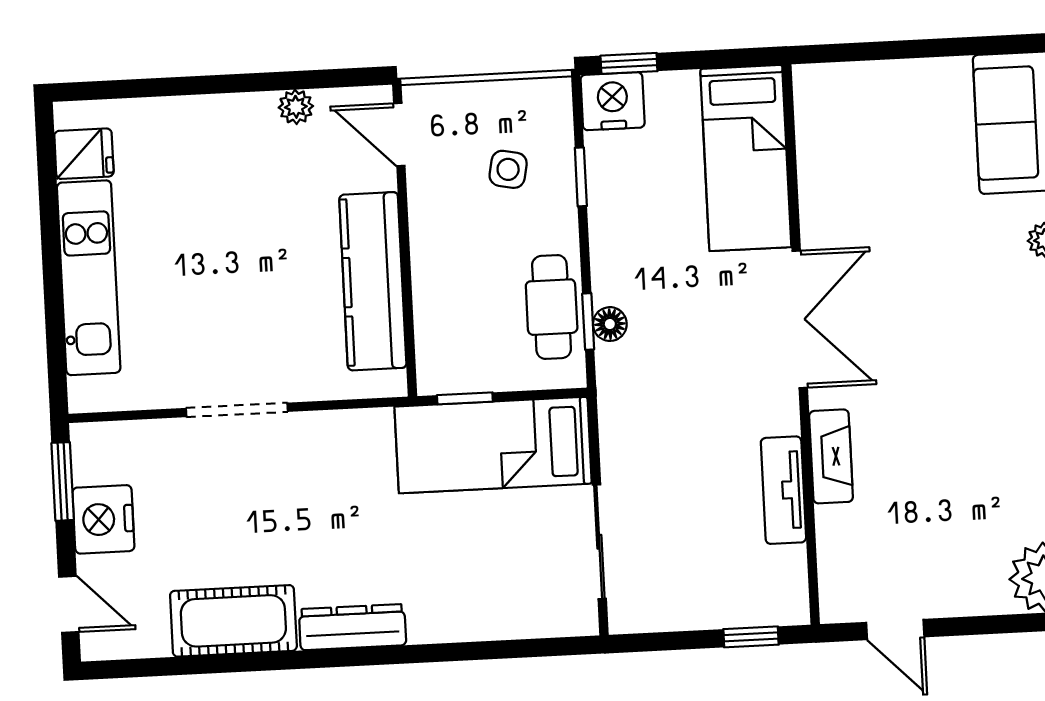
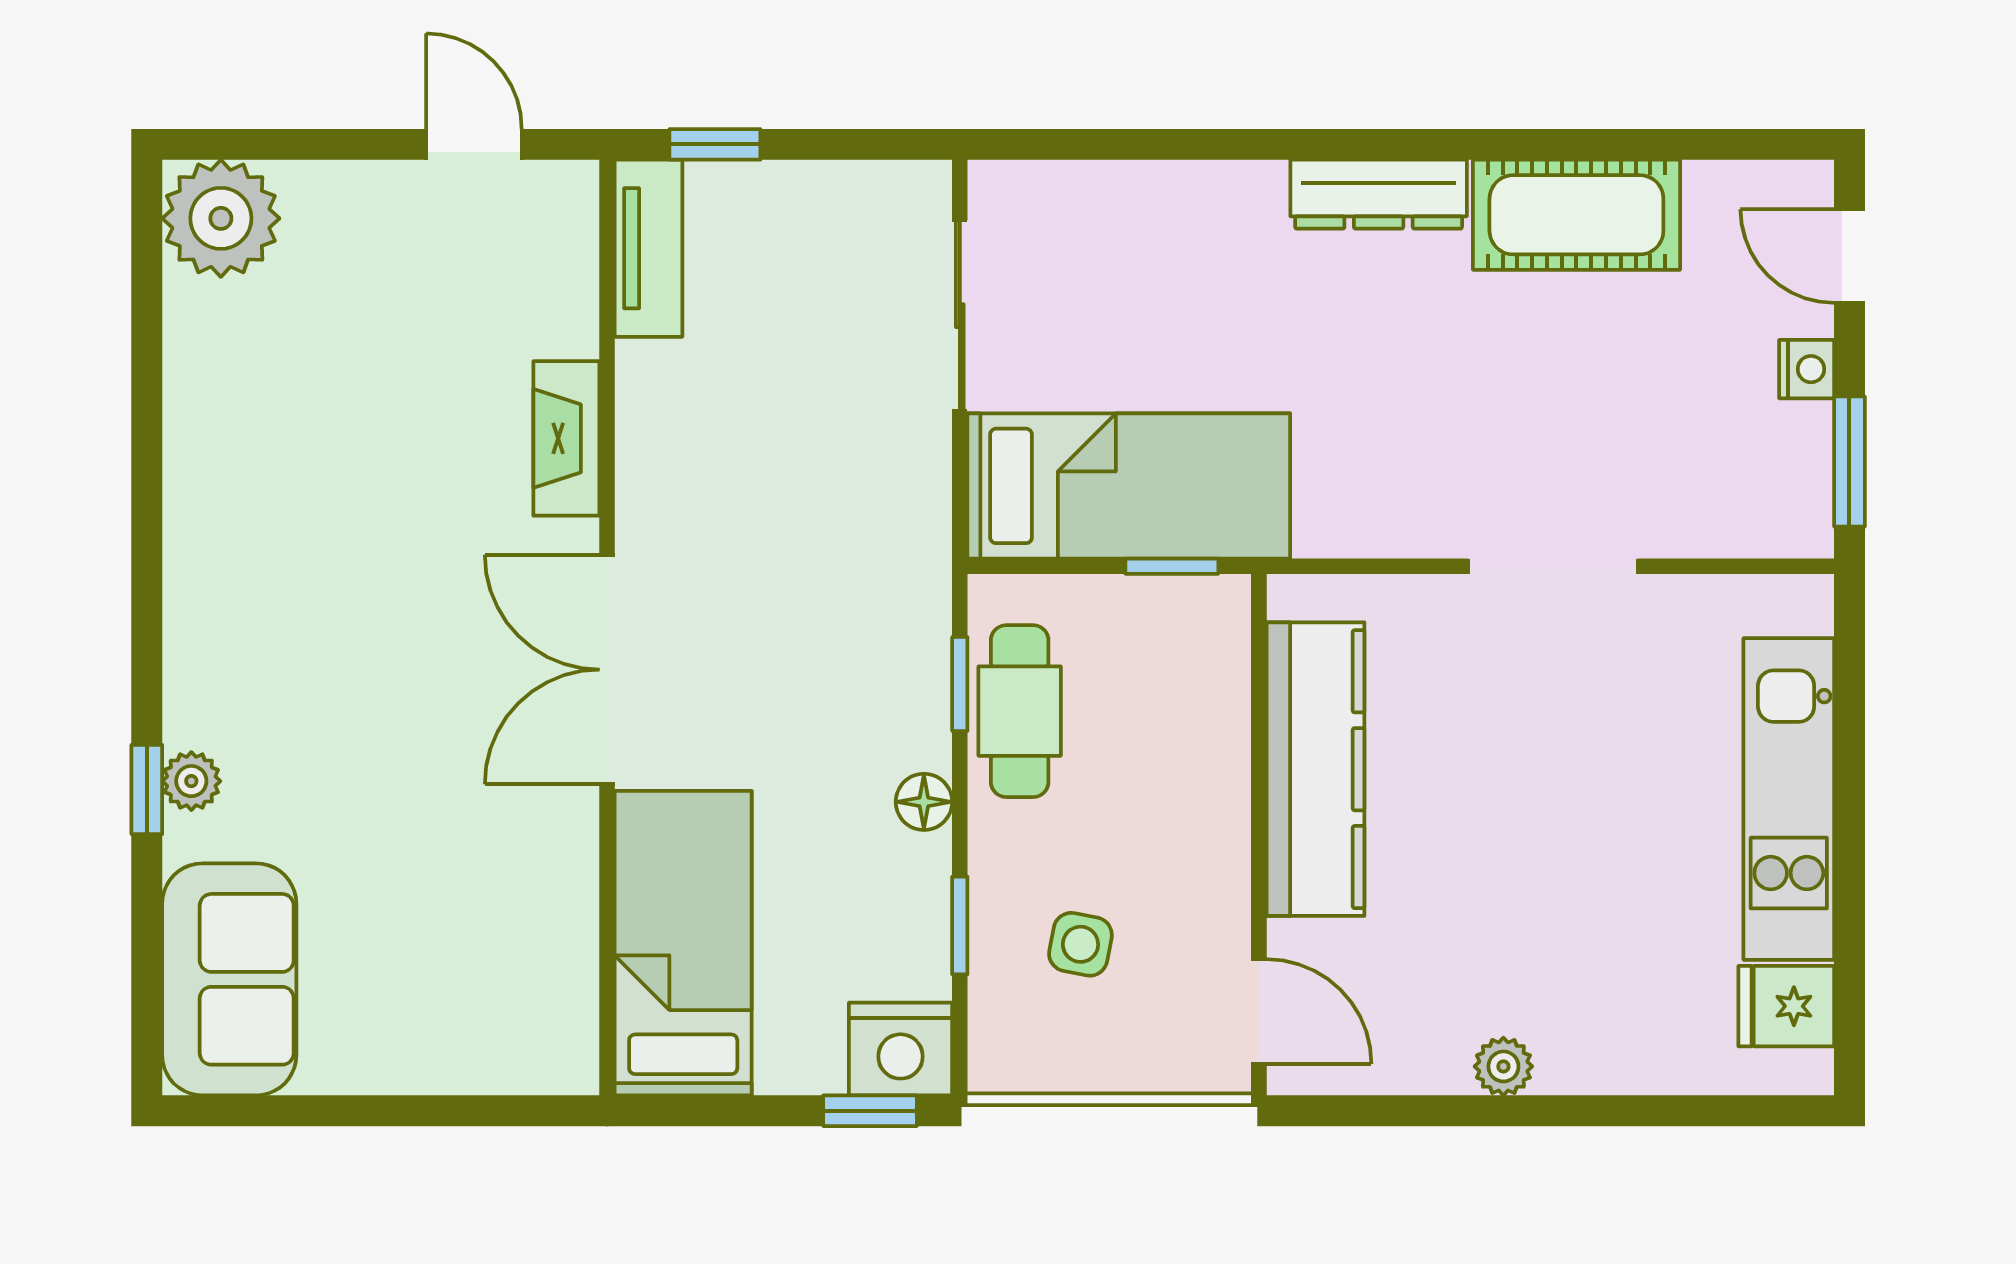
plant: (296, 107) -> (1503, 1066), moved
floor lamp: (610, 324) -> (924, 802), moved
tv unit: (783, 490) -> (648, 248), moved
nightstand: (103, 519) -> (1807, 369), width x0.53, depth x0.56

